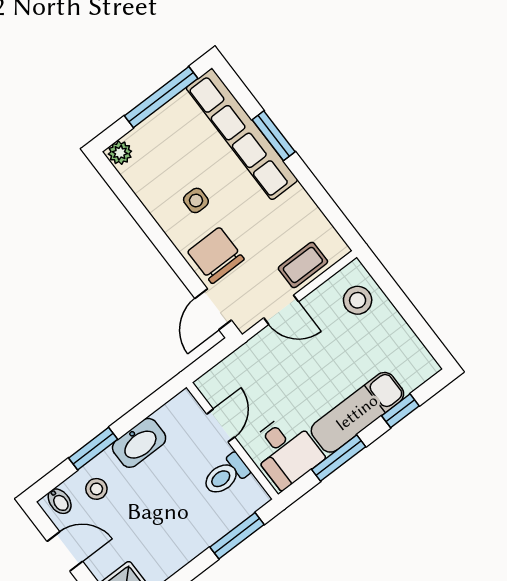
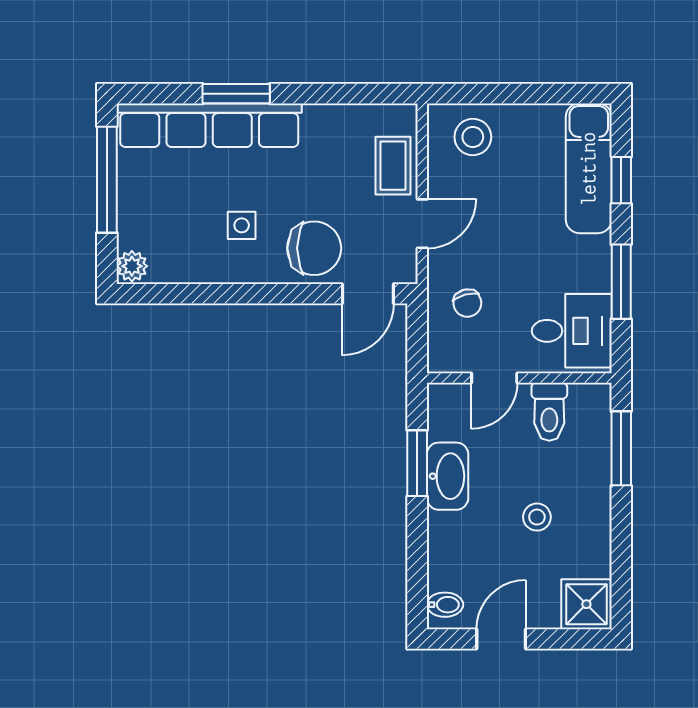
chair: (216, 255) -> (314, 248), turned 180
door: (213, 309) -> (368, 294), hinge flipped
chair: (254, 374) -> (467, 303), added
exam couch: (357, 412) -> (589, 168), moved
door: (221, 426) -> (494, 378), swing flipped
window: (93, 449) -> (417, 463), moved
stool: (96, 489) -> (537, 517), moved

